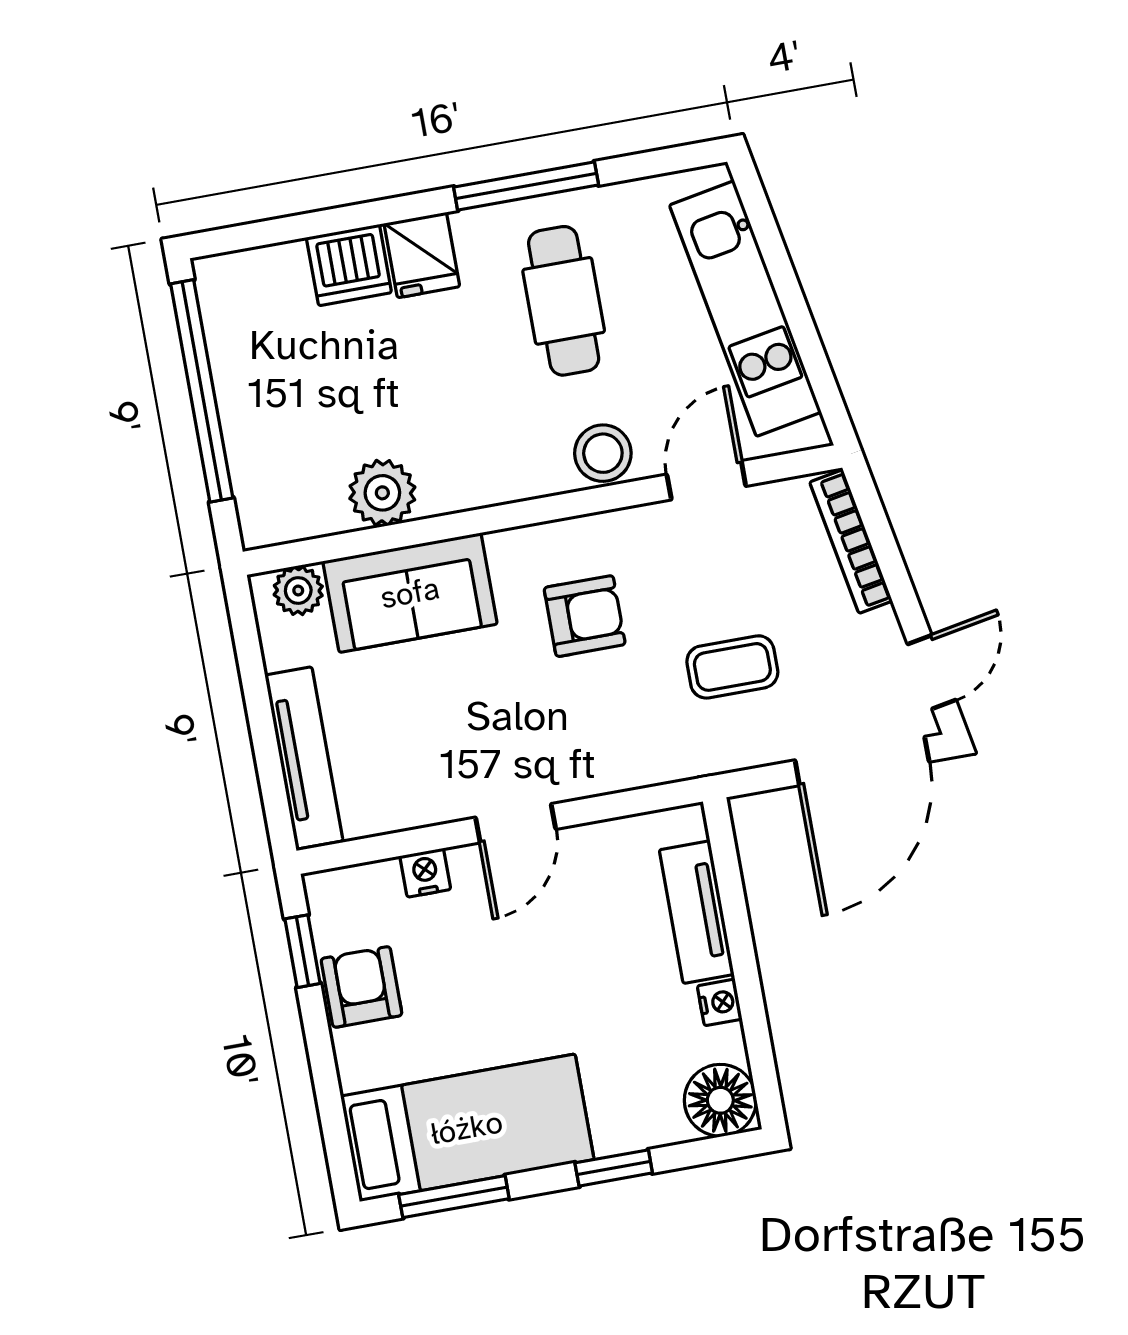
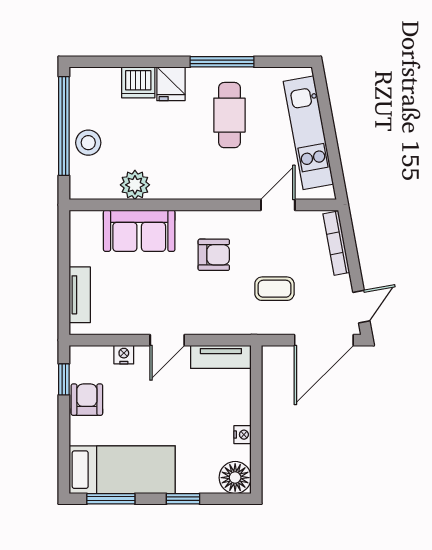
stool: (603, 453) -> (88, 143), moved
plant: (298, 591) -> (90, 221), removed
tv unit: (304, 758) -> (80, 295), width x0.71
tv unit: (697, 912) -> (221, 357), moved, turned -90

